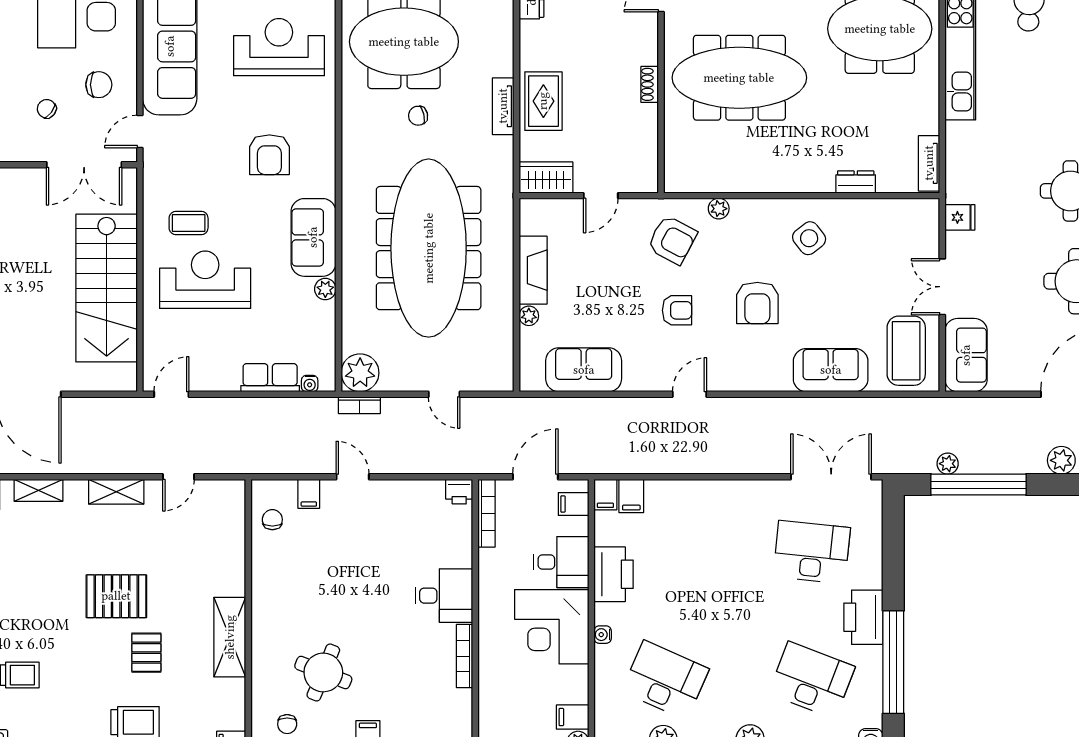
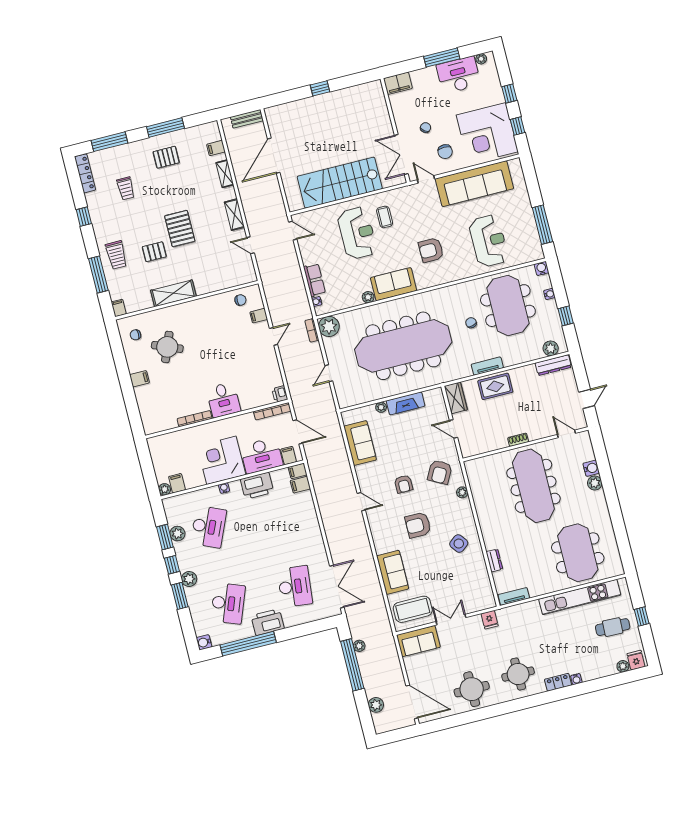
desk: (561, 562) -> (262, 456), width x1.37

